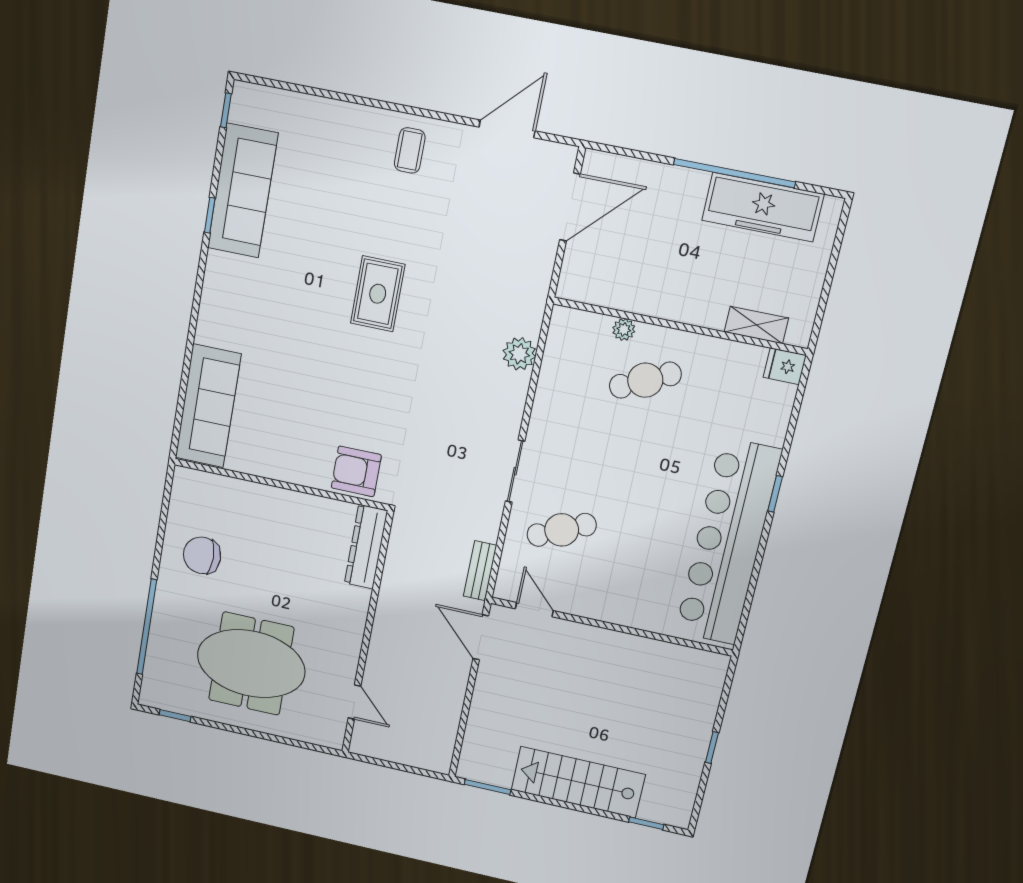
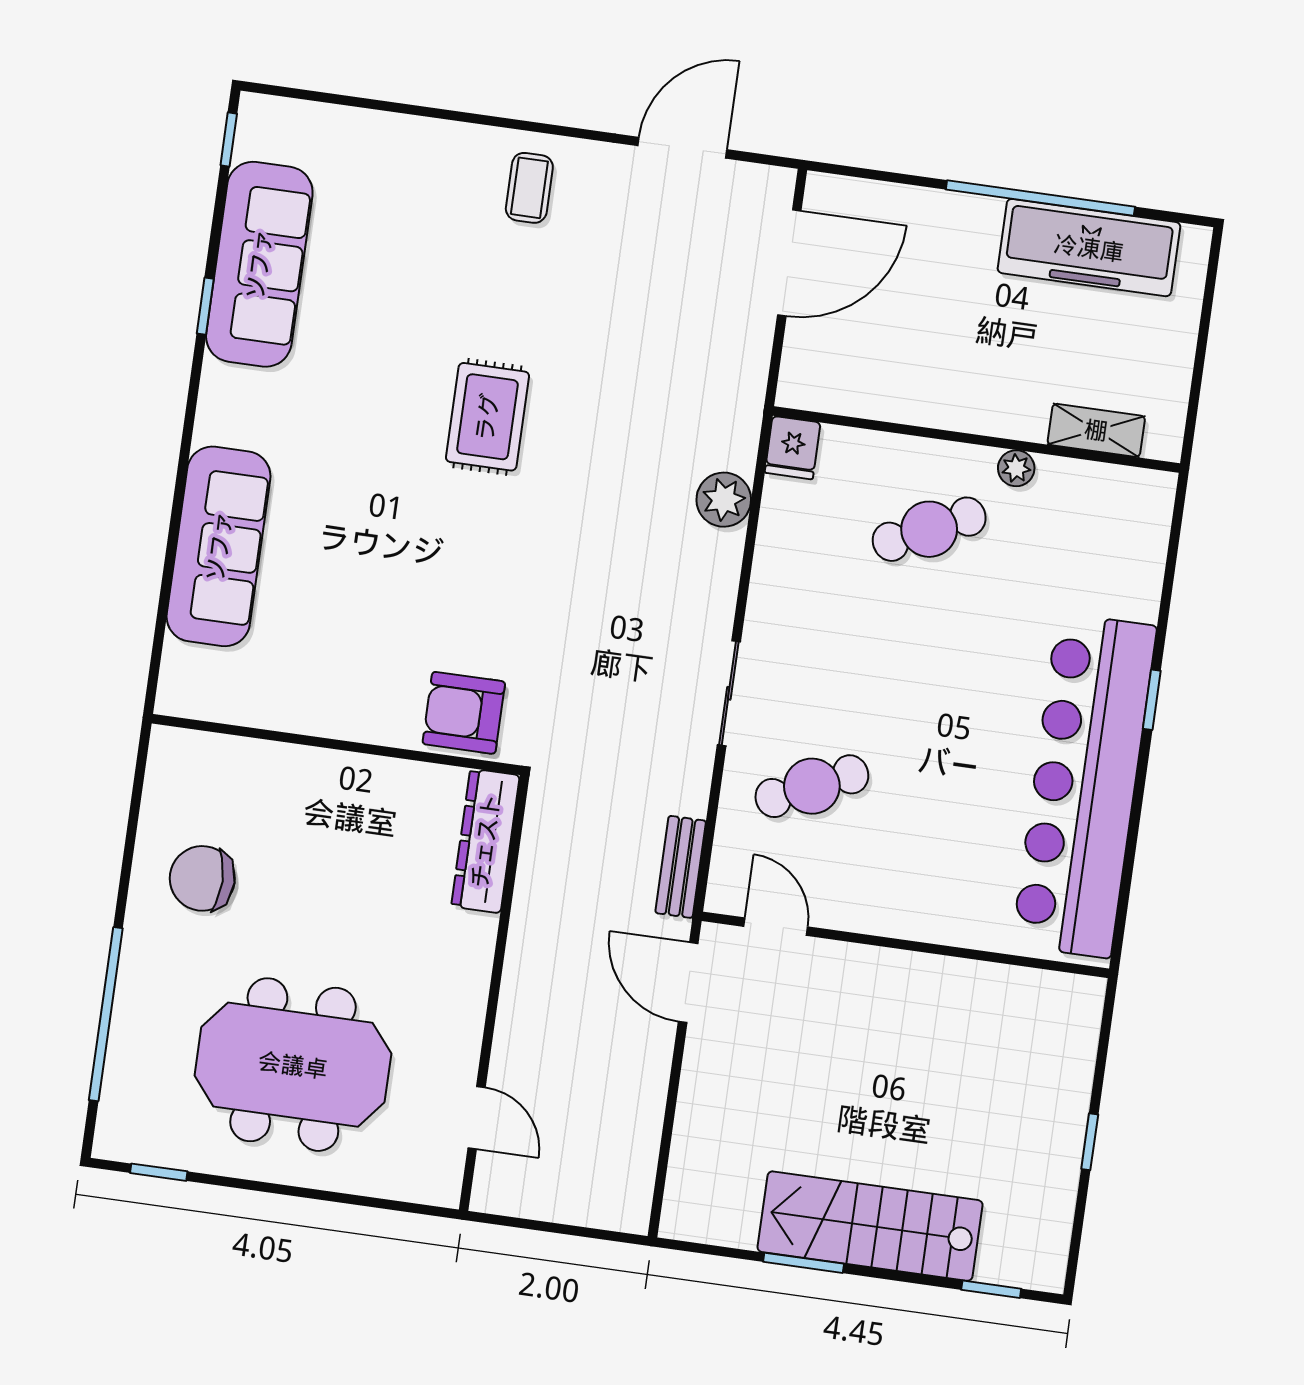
plant: (624, 330) -> (1016, 468), moved
fridge: (785, 366) -> (793, 448), moved, turned -90
sofa: (208, 406) -> (219, 546), moved
window: (488, 787) -> (804, 1263), moved

